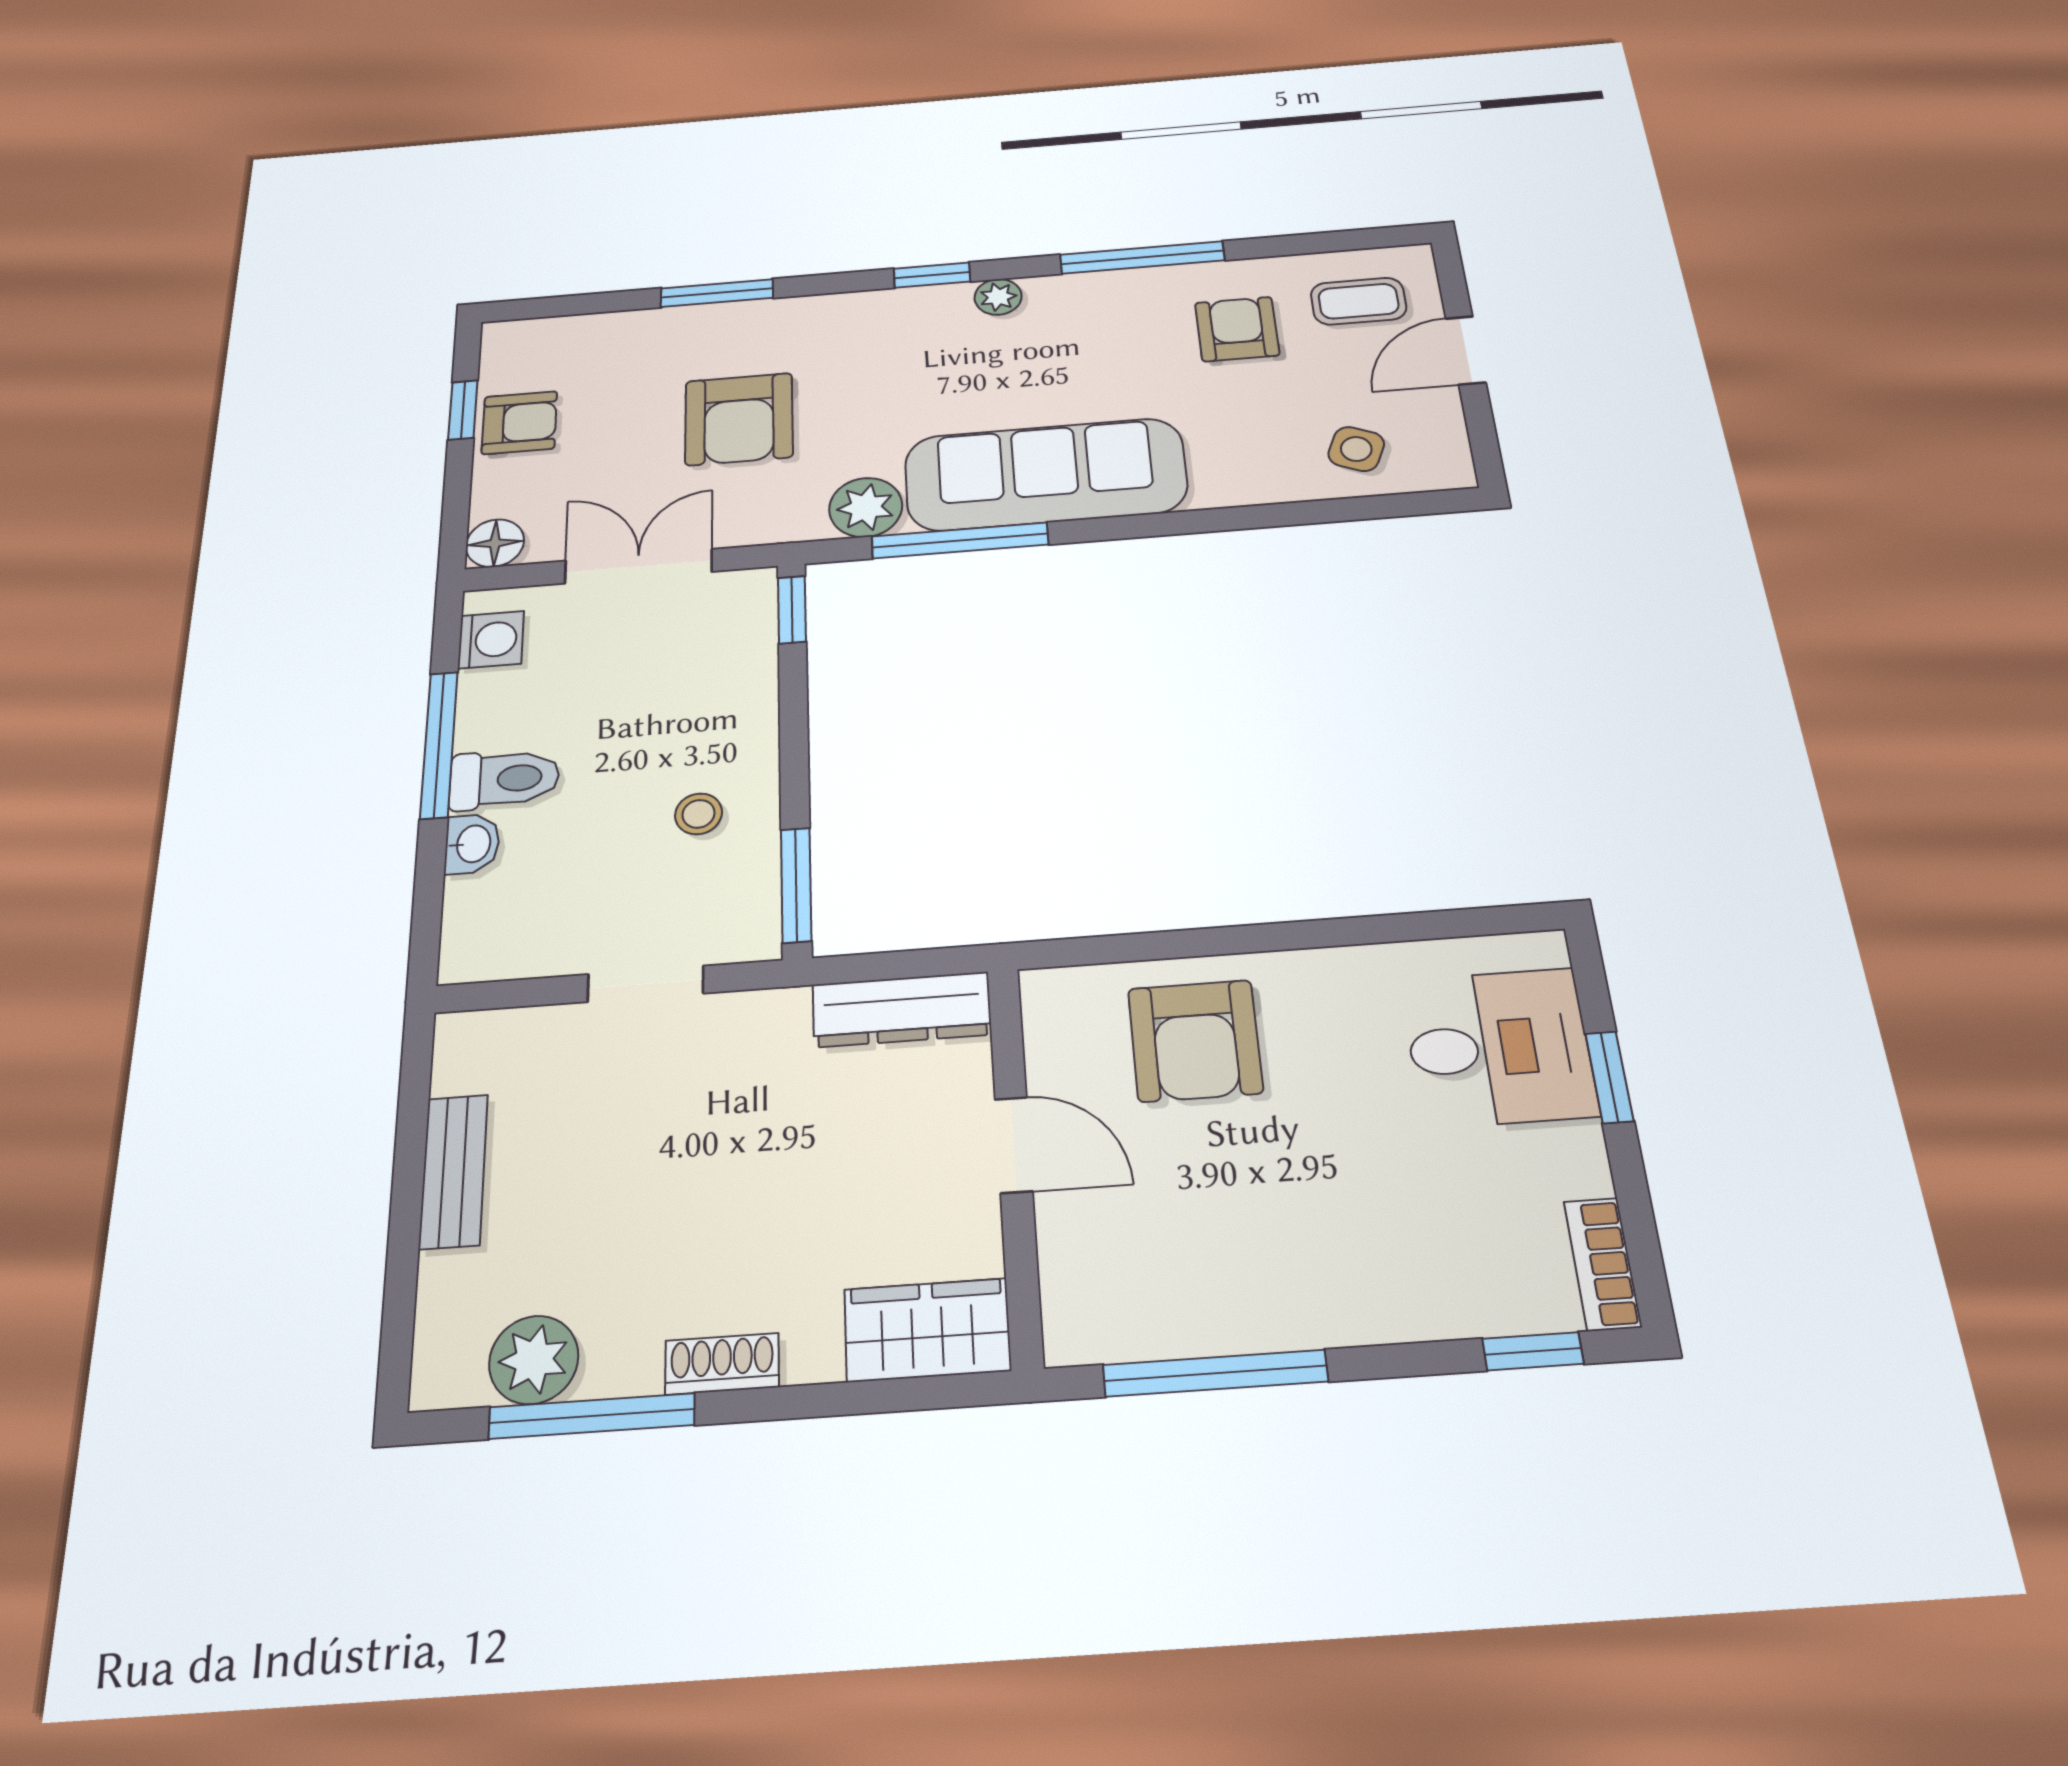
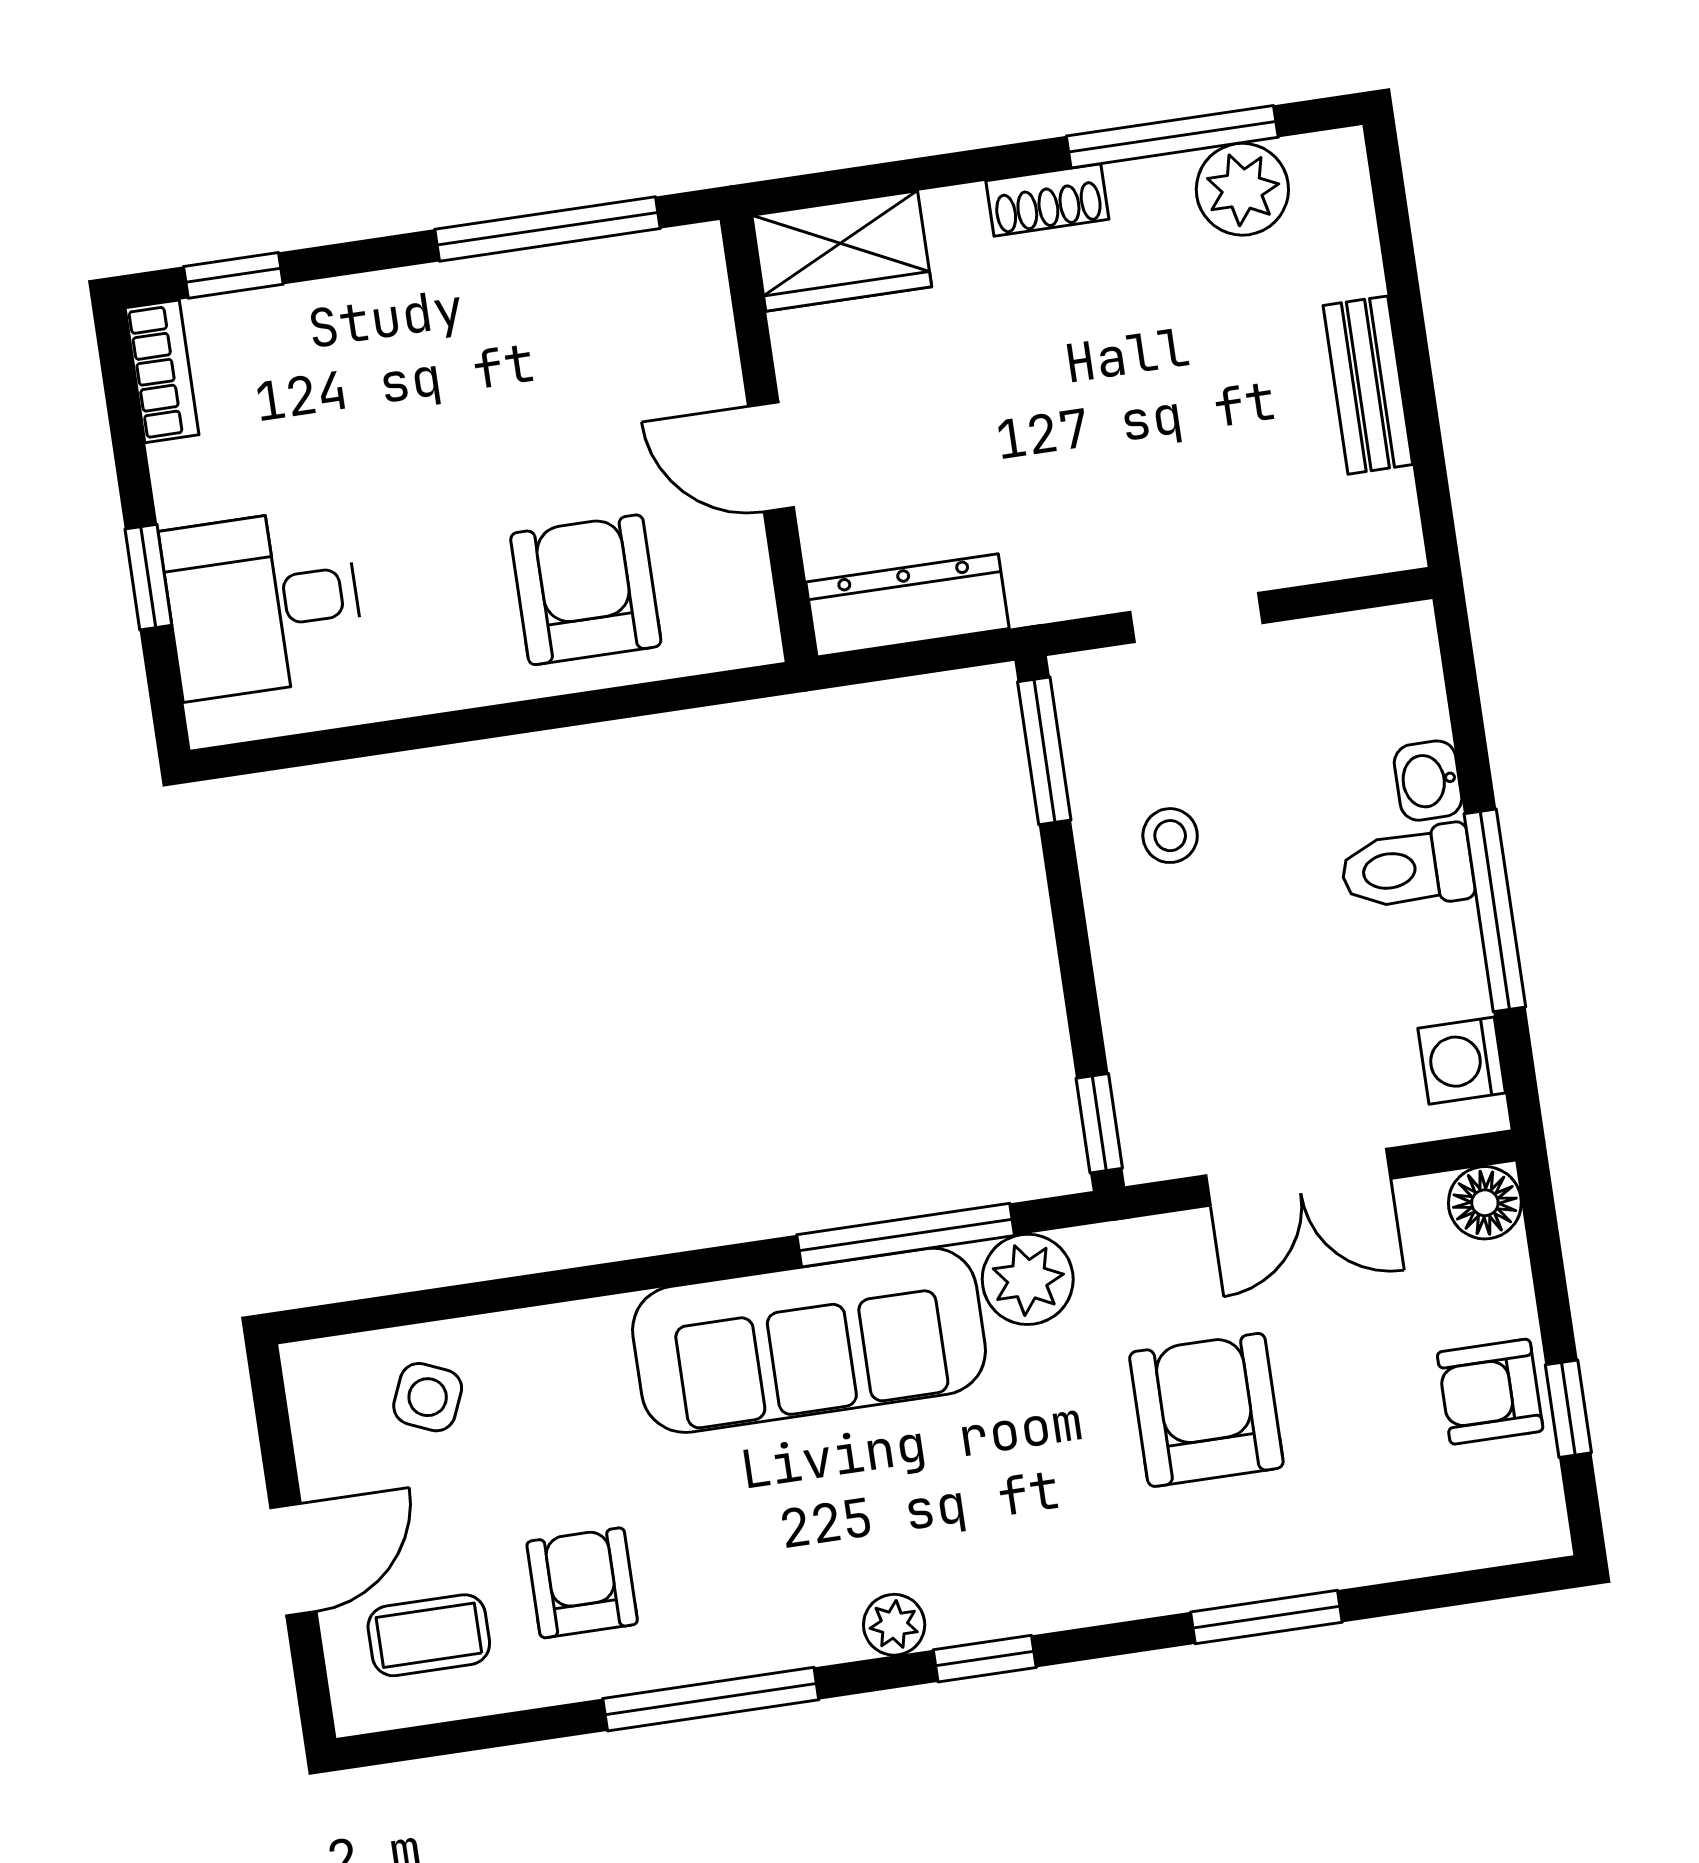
armchair: (1237, 329) -> (582, 1583), turned 180

